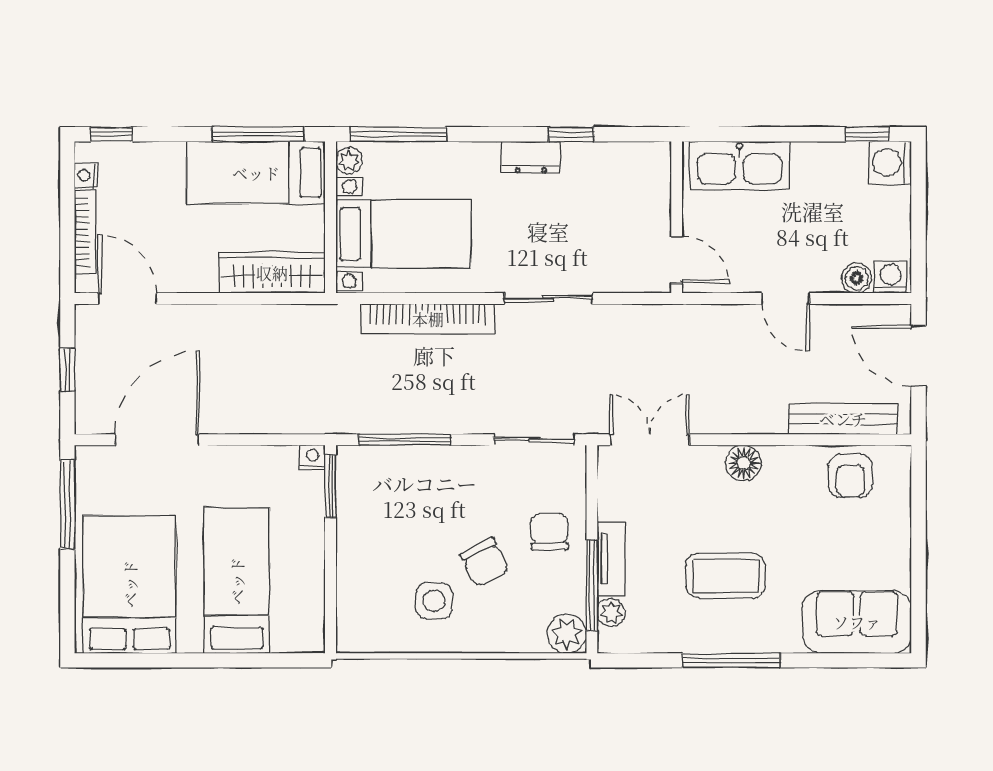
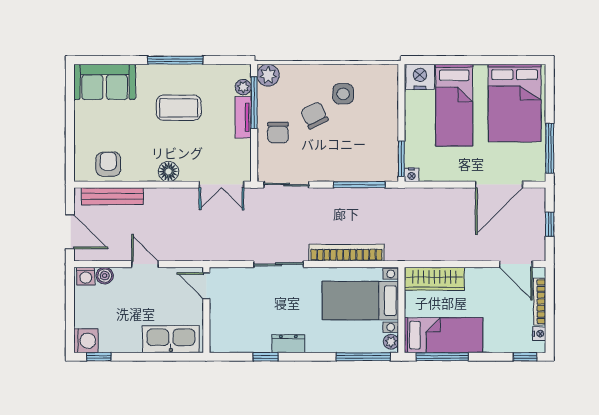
nightstand: (298, 631) -> (420, 77), added

